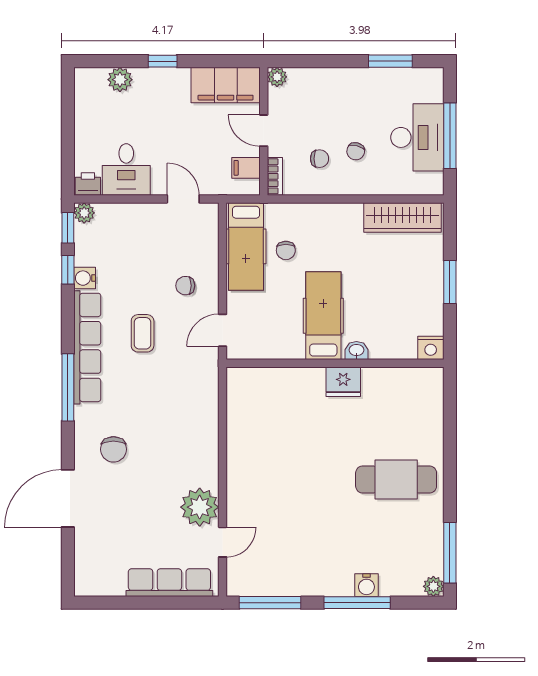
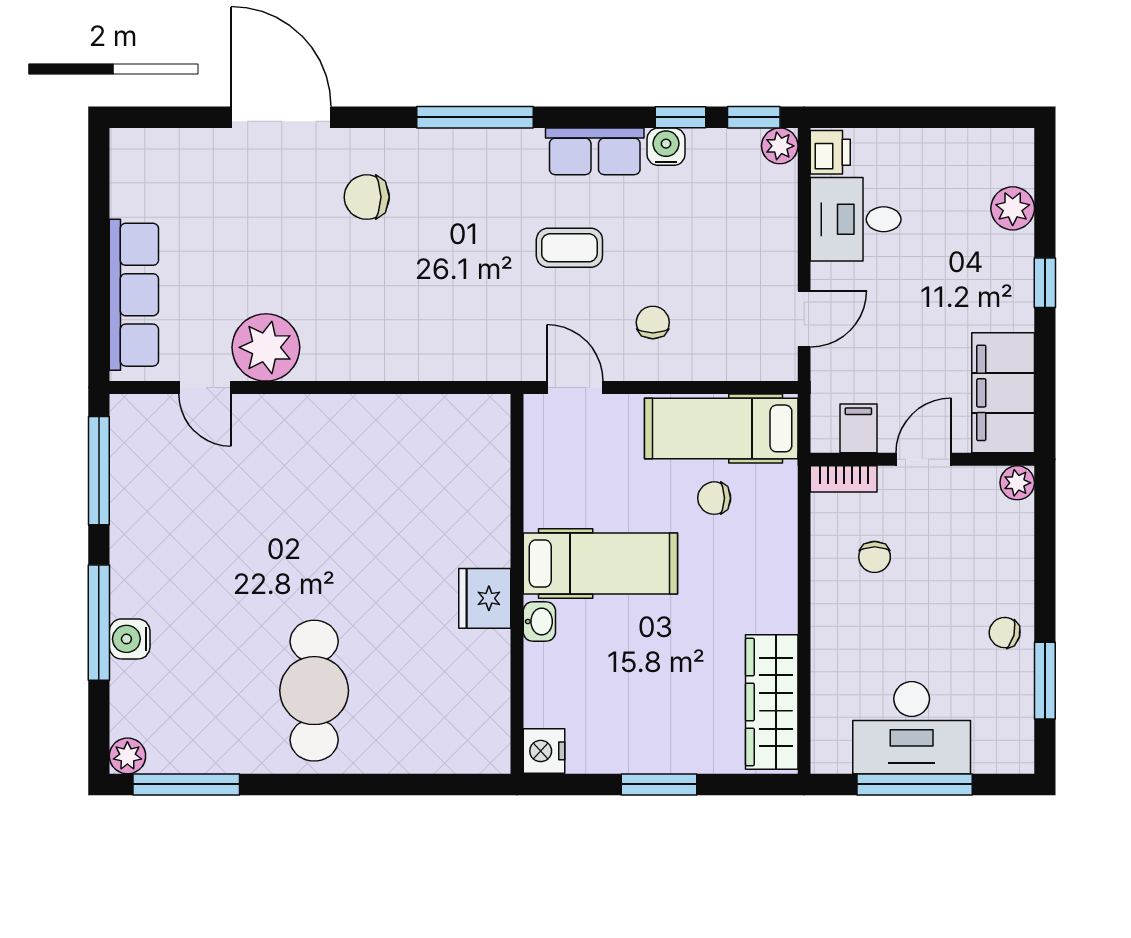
chair: (356, 151) -> (1005, 633), moved
row of seats: (87, 347) -> (595, 151), width x0.50

